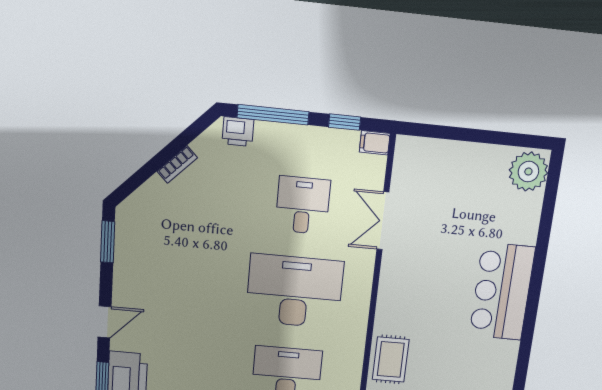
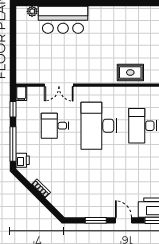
plant: (528, 172) -> (32, 11), width x0.53, depth x0.53
window: (108, 242) -> (96, 220), moved
bar counter: (502, 292) -> (63, 20), moved

